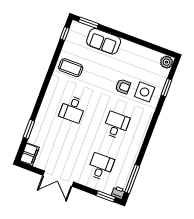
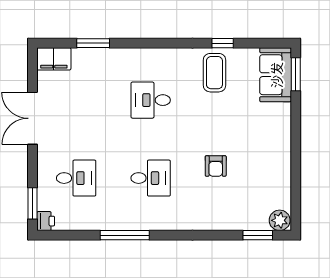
window: (65, 34) -> (223, 43), moved
sofa: (104, 41) -> (276, 75), moved
window: (166, 88) -> (258, 235), moved
side table: (145, 92) -> (220, 203), removed
window: (132, 179) -> (125, 235), moved

